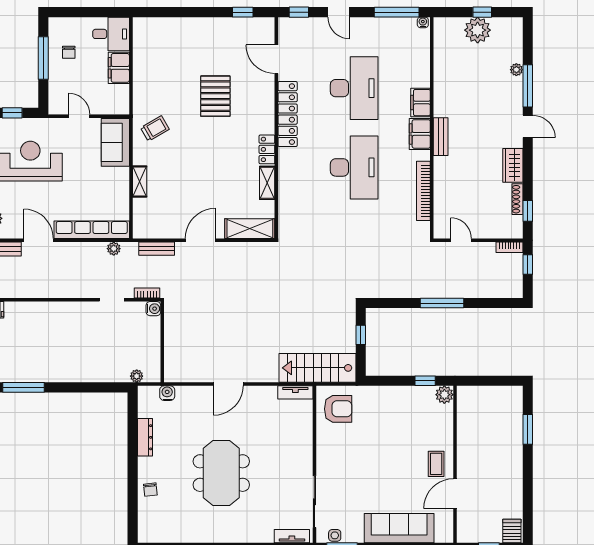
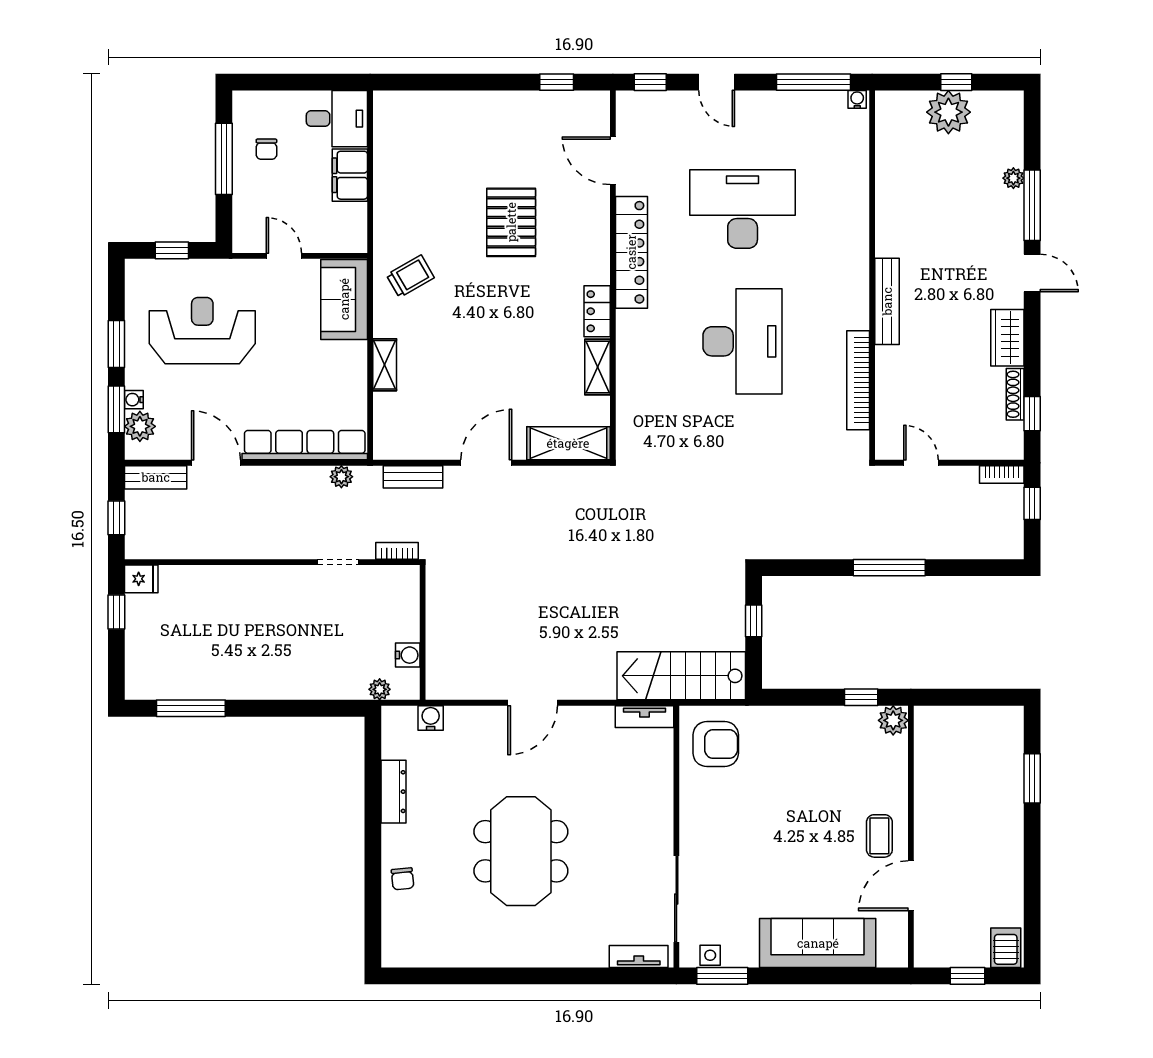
desk: (354, 88) -> (743, 209), turned -90
filing cabinet: (421, 103) -> (853, 233), removed
filing cabinet: (420, 134) -> (852, 285), removed
bench: (441, 137) -> (887, 301), width x1.36
water cooler: (153, 309) -> (408, 655), moved

